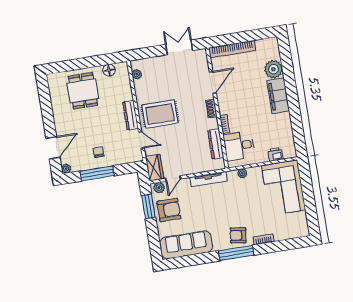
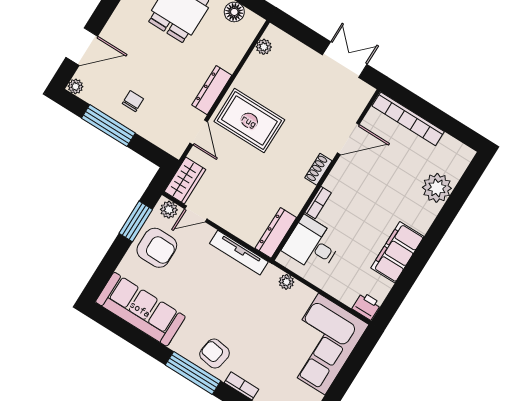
filing cabinet: (278, 96) -> (397, 252), moved
dresser: (216, 144) -> (276, 233), moved
printer: (275, 154) -> (367, 306), moved

